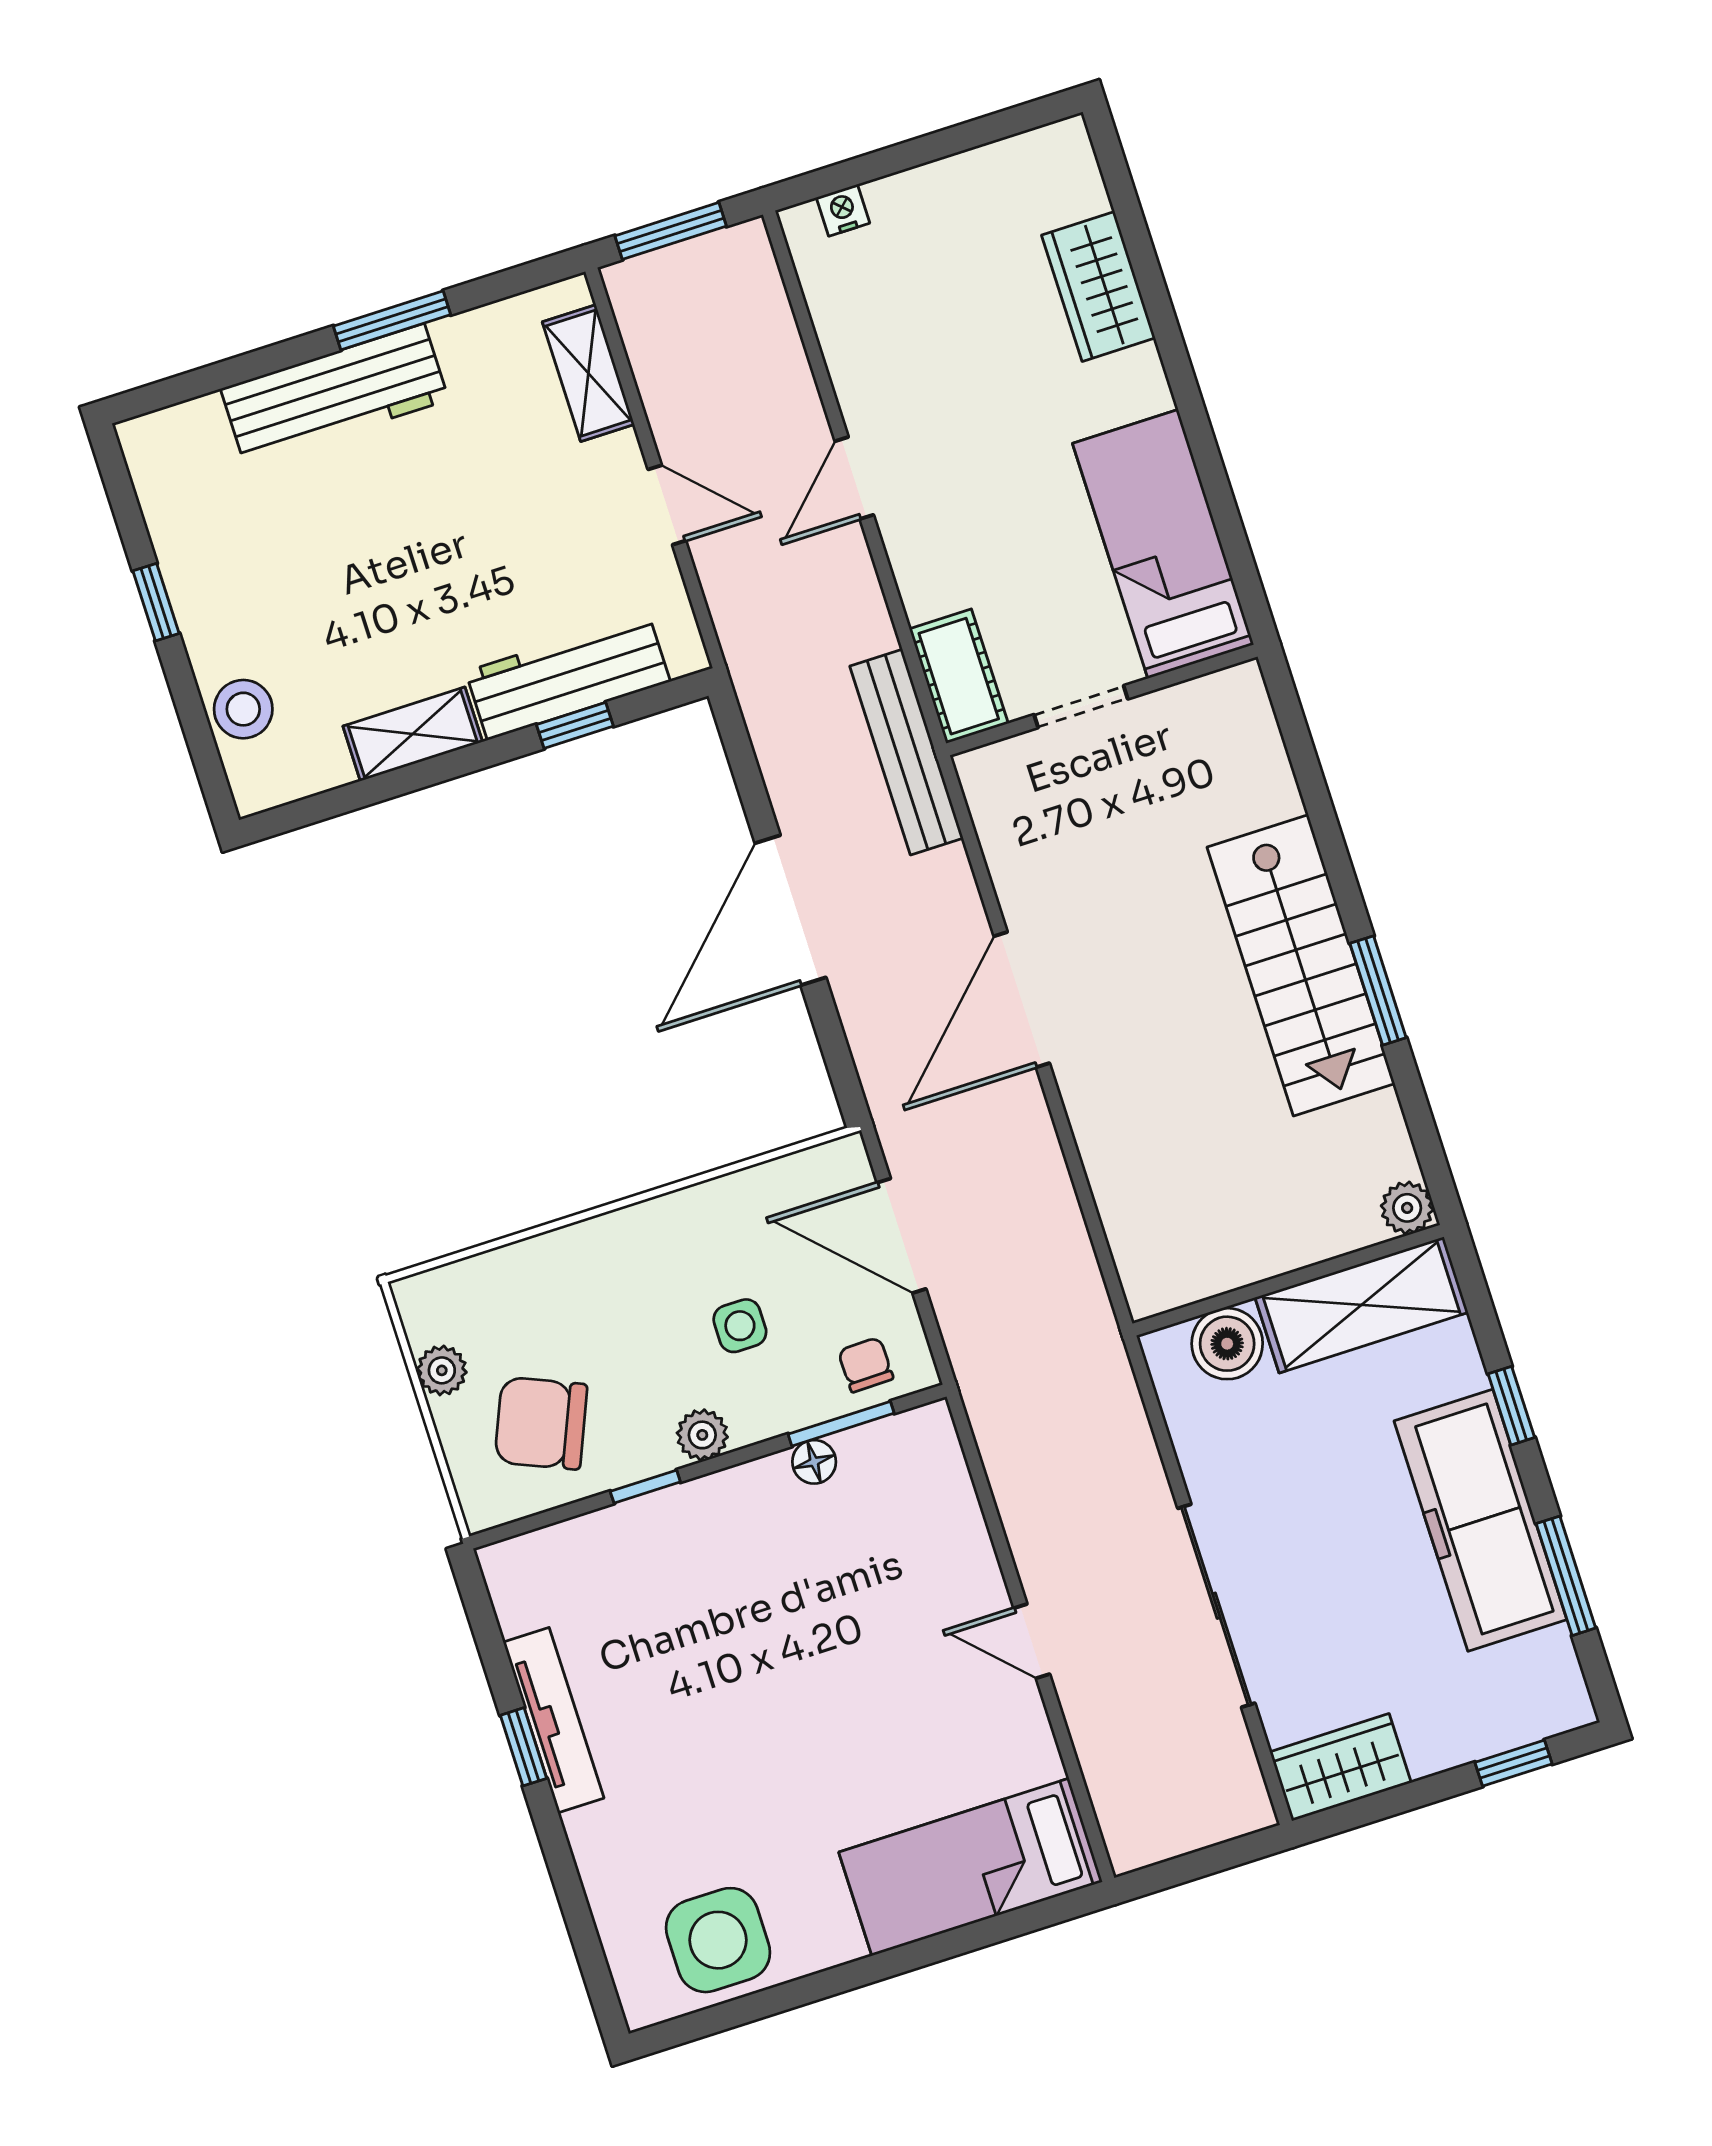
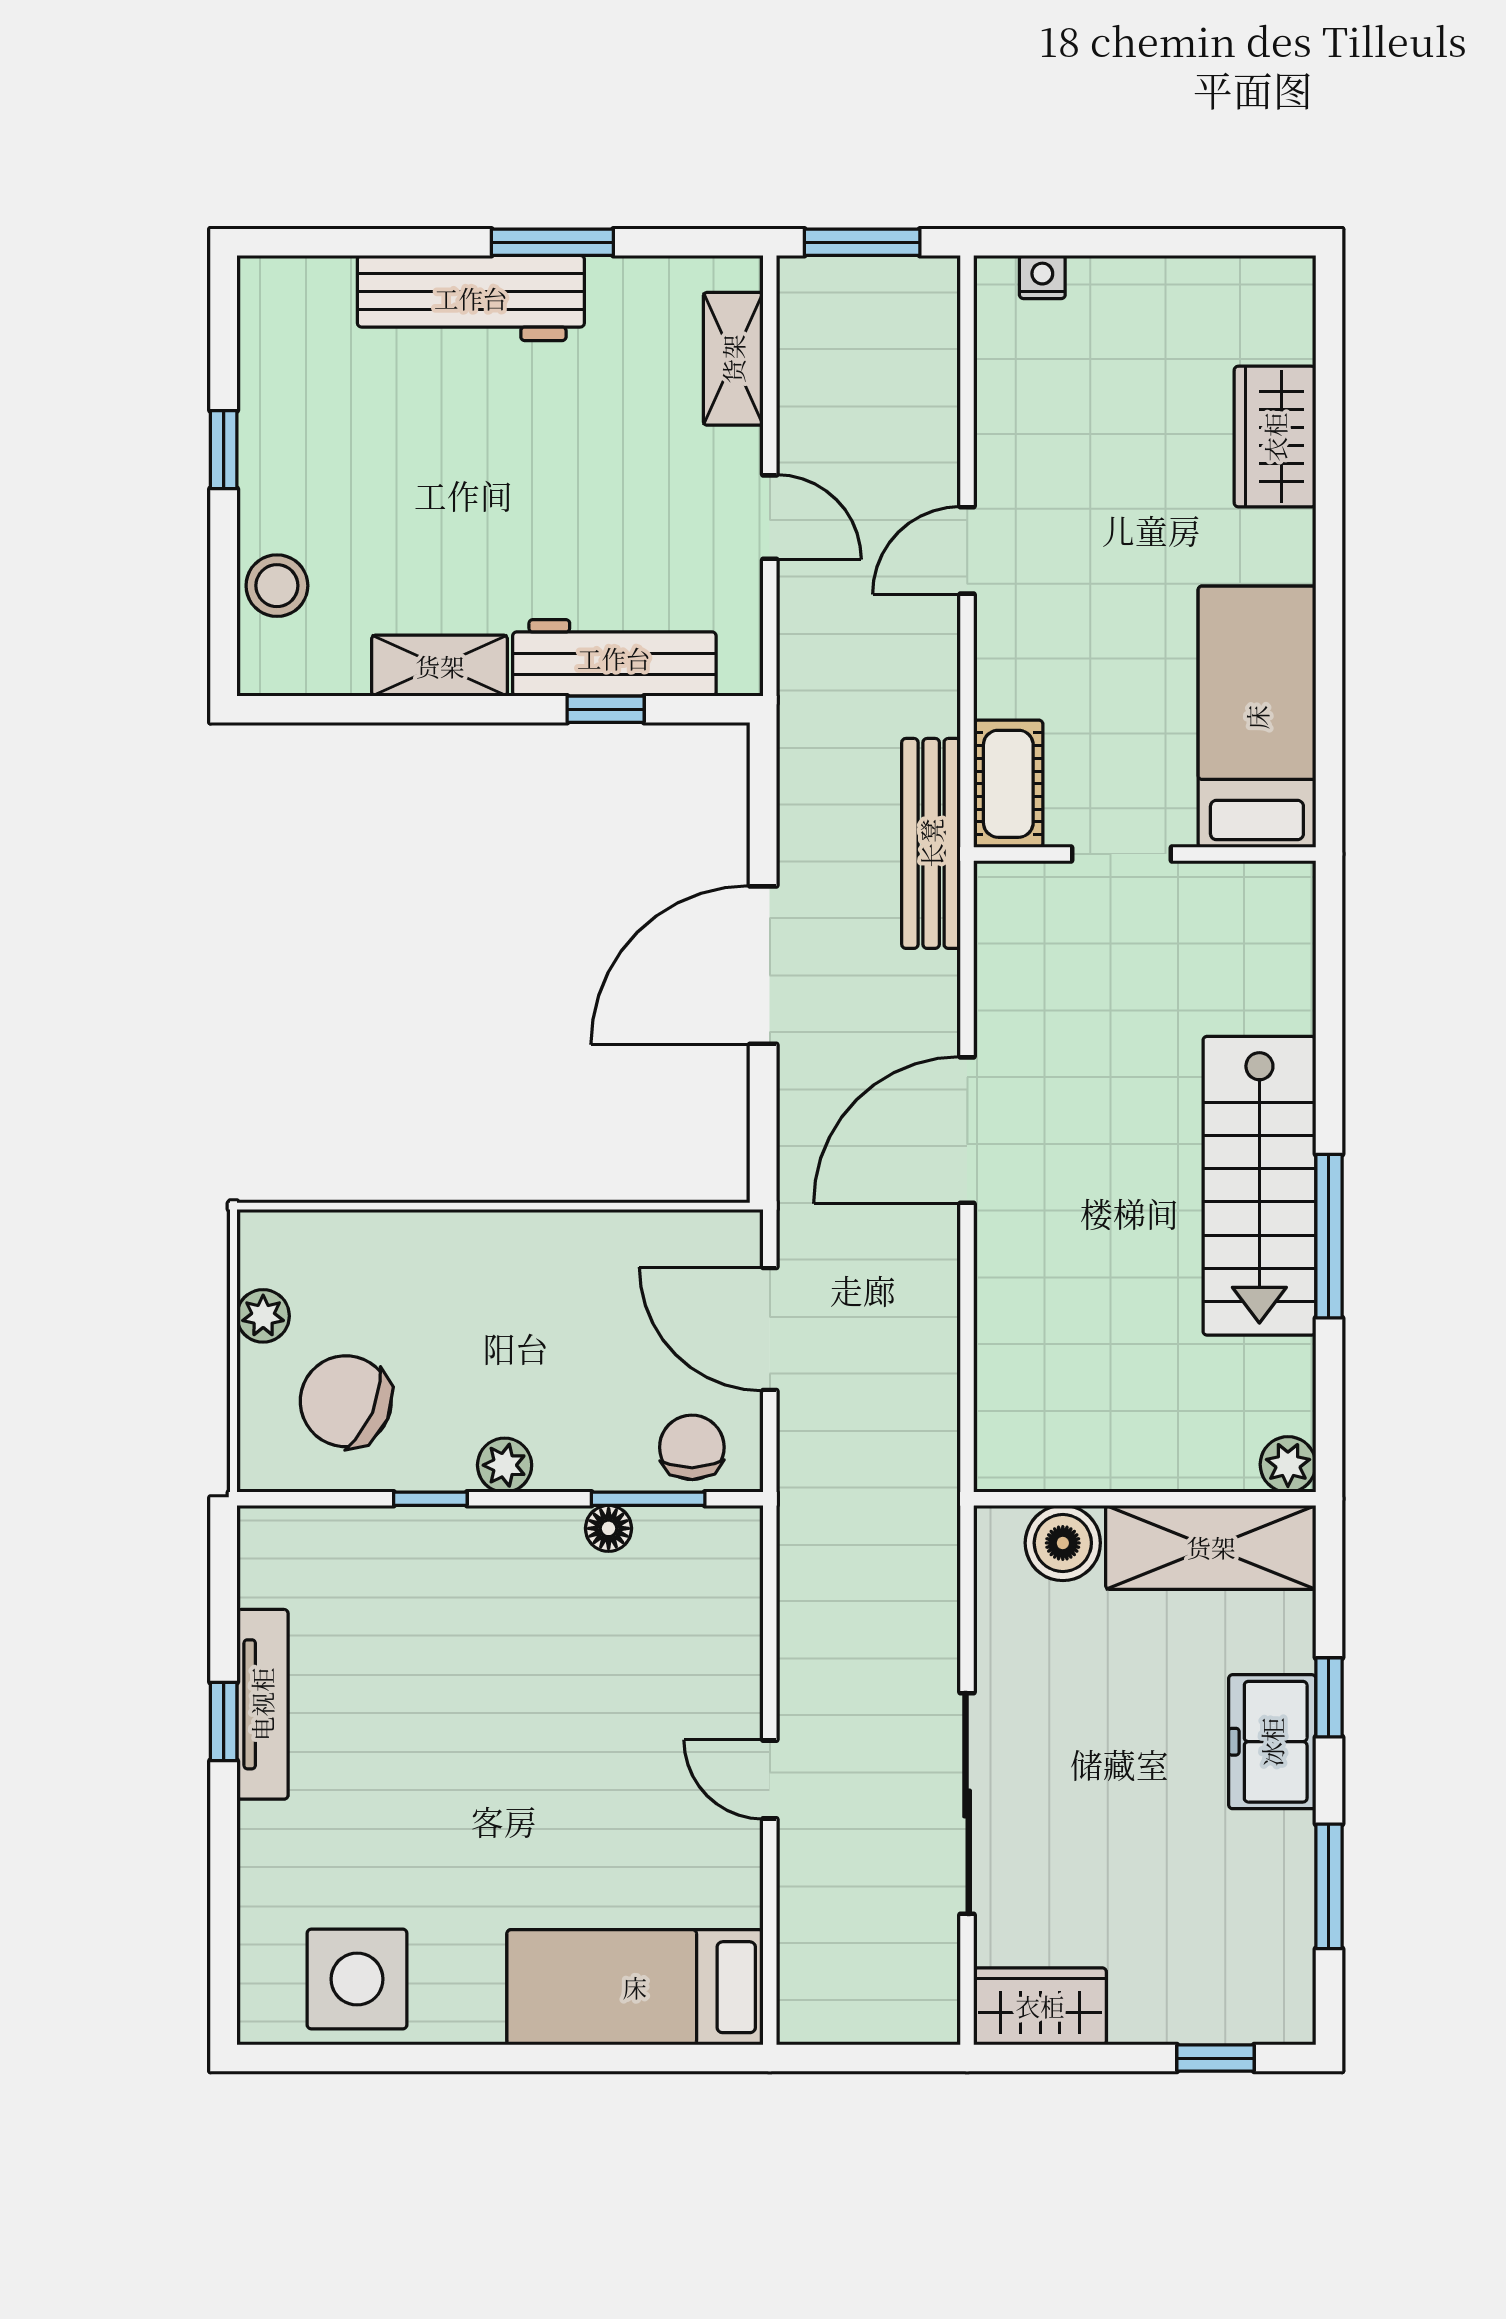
window: (1378, 991) -> (1329, 1236), width x1.44
side table: (740, 1326) -> (578, 1367), removed
chair: (866, 1365) -> (692, 1447), width x1.37, depth x1.37
freezer: (1480, 1520) -> (1272, 1742), width x0.52, depth x0.79

